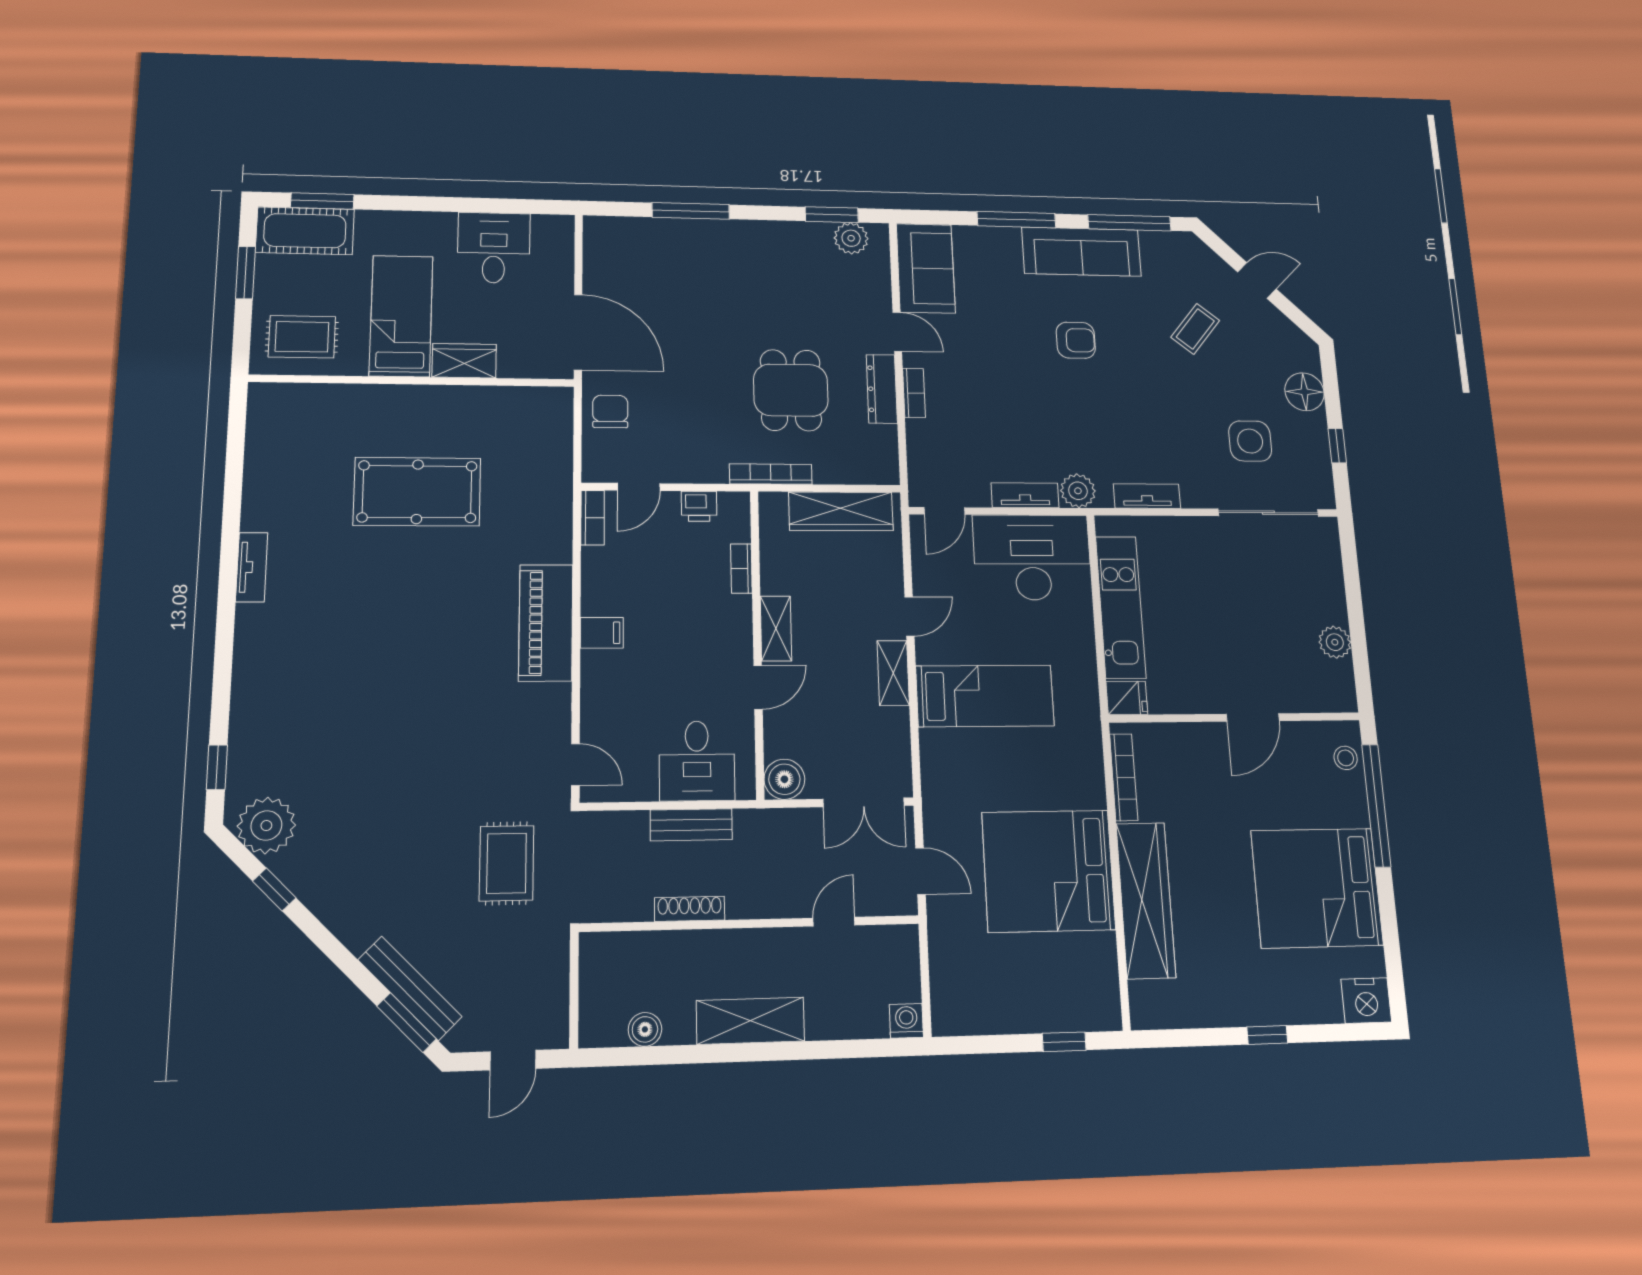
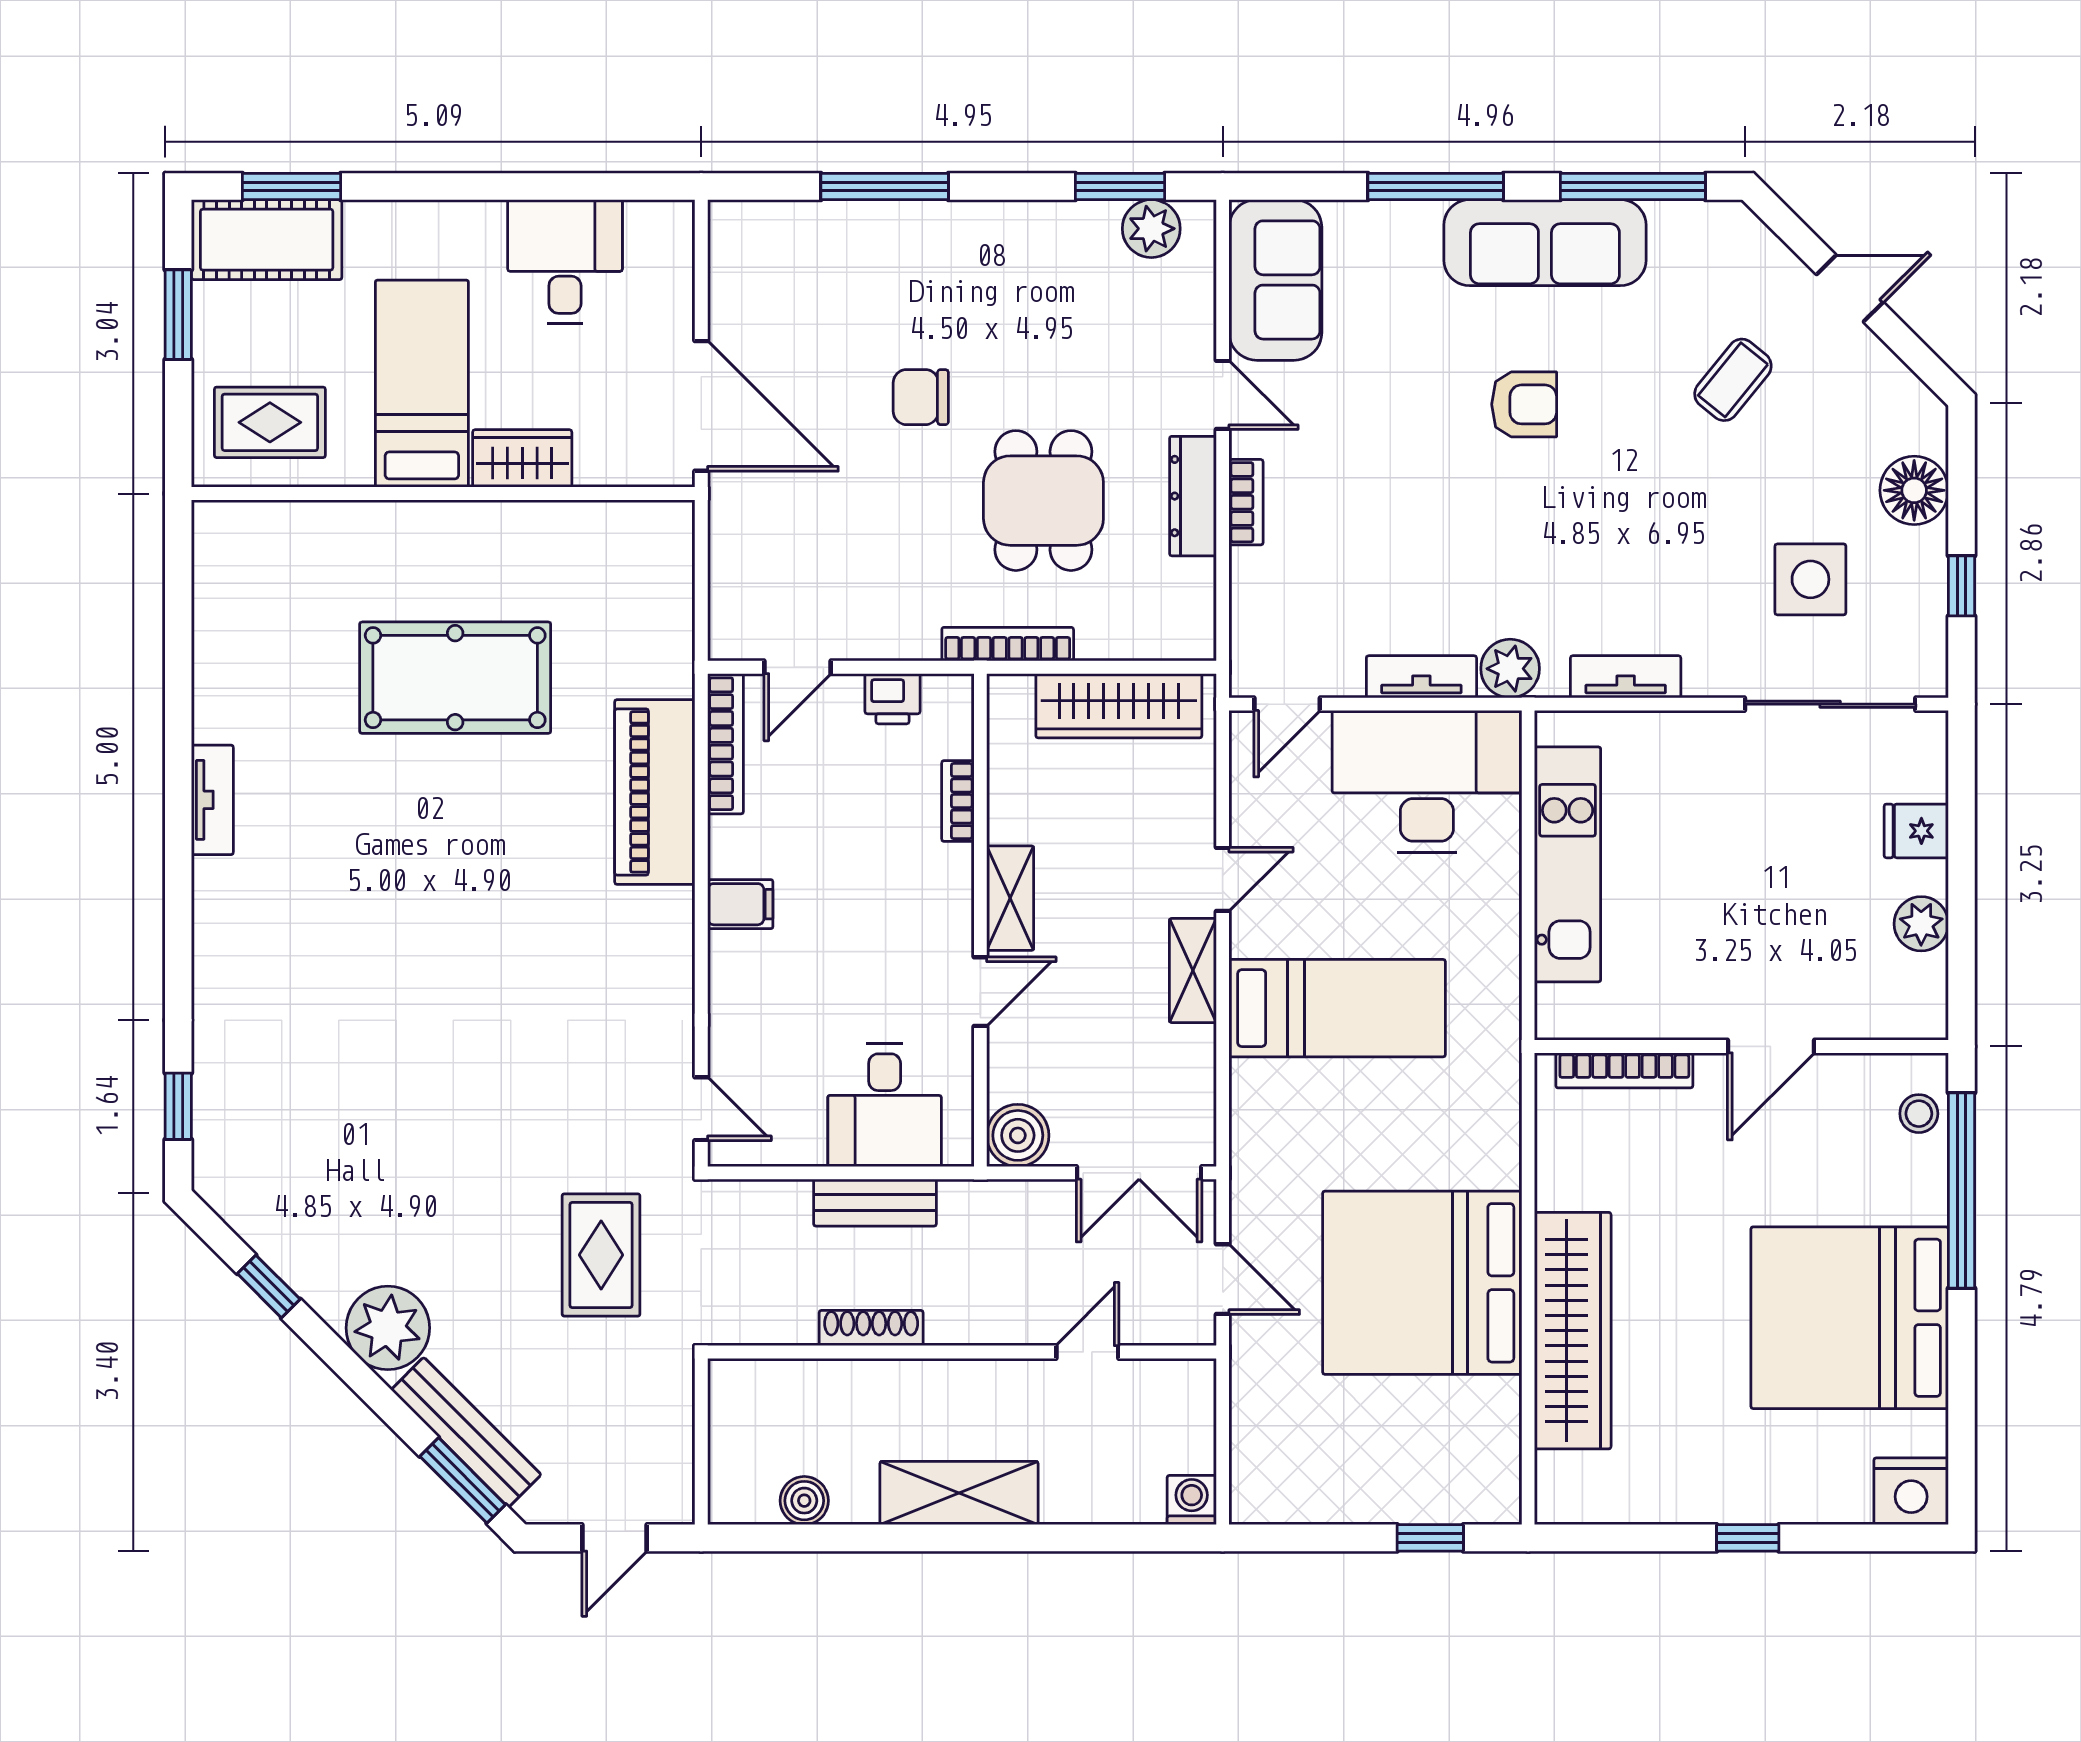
chair: (610, 411) -> (921, 397), moved, turned -90
bookcase: (593, 518) -> (725, 744), width x1.56
piano: (546, 623) -> (655, 792), moved
fridge: (1127, 698) -> (1916, 831), moved, turned 180
bookcase: (1124, 777) -> (1624, 1070), moved, turned 90
plant: (266, 826) -> (388, 1328), moved

